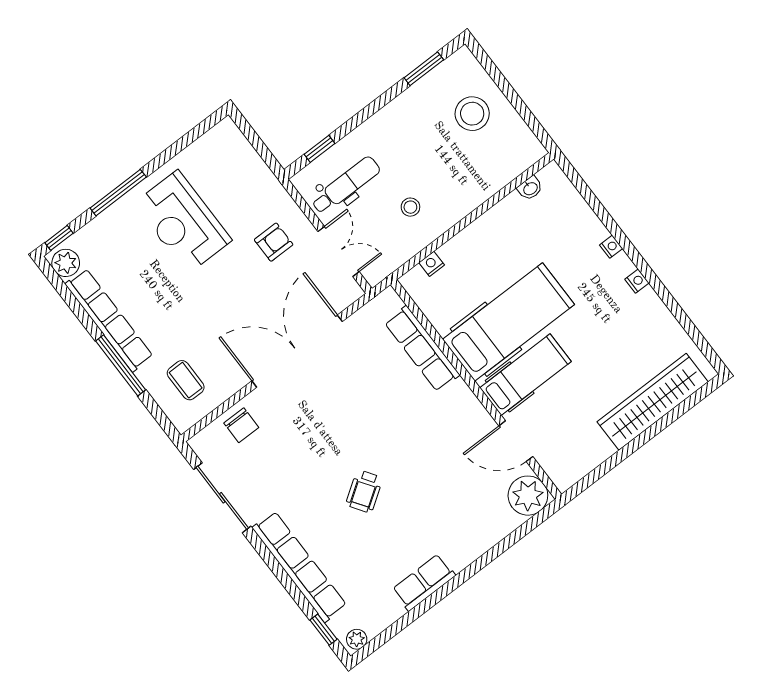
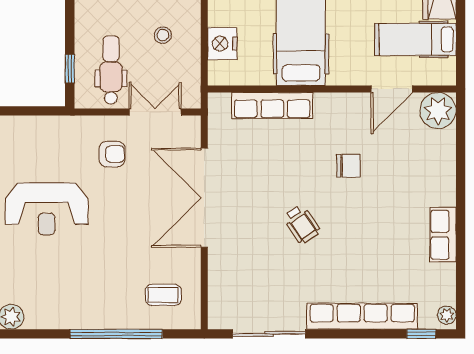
armchair: (274, 242) -> (112, 154), turned 90
nightstand: (432, 264) -> (222, 44), width x1.89, depth x1.79
row of seats: (109, 320) -> (77, 317), removed
window: (121, 365) -> (116, 334), width x1.46
hospital bed: (525, 375) -> (415, 39), moved, turned -90
chair: (241, 425) -> (348, 166), moved
wheelchair: (364, 491) -> (302, 224), moved

